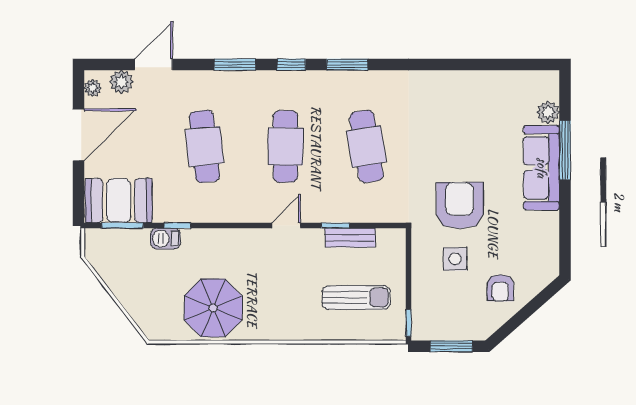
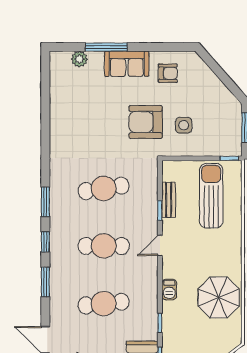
sofa: (542, 168) -> (127, 64), width x0.73
door: (286, 225) -> (160, 245), hinge flipped
barbecue: (165, 239) -> (169, 290), moved
armchair: (500, 288) -> (168, 73), moved
sun lounger: (356, 298) -> (211, 196), width x1.36, depth x1.34

